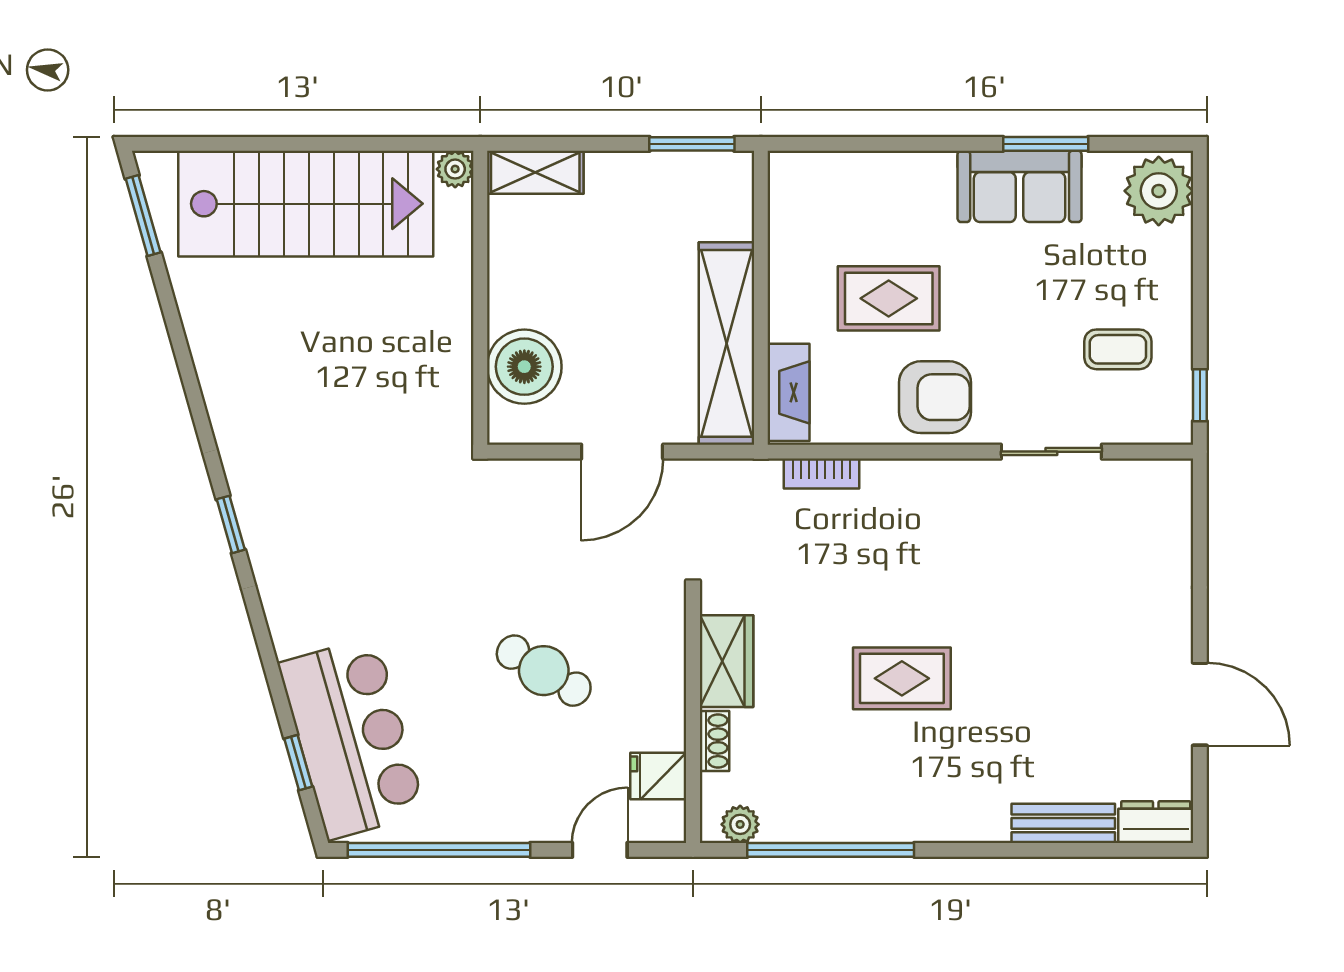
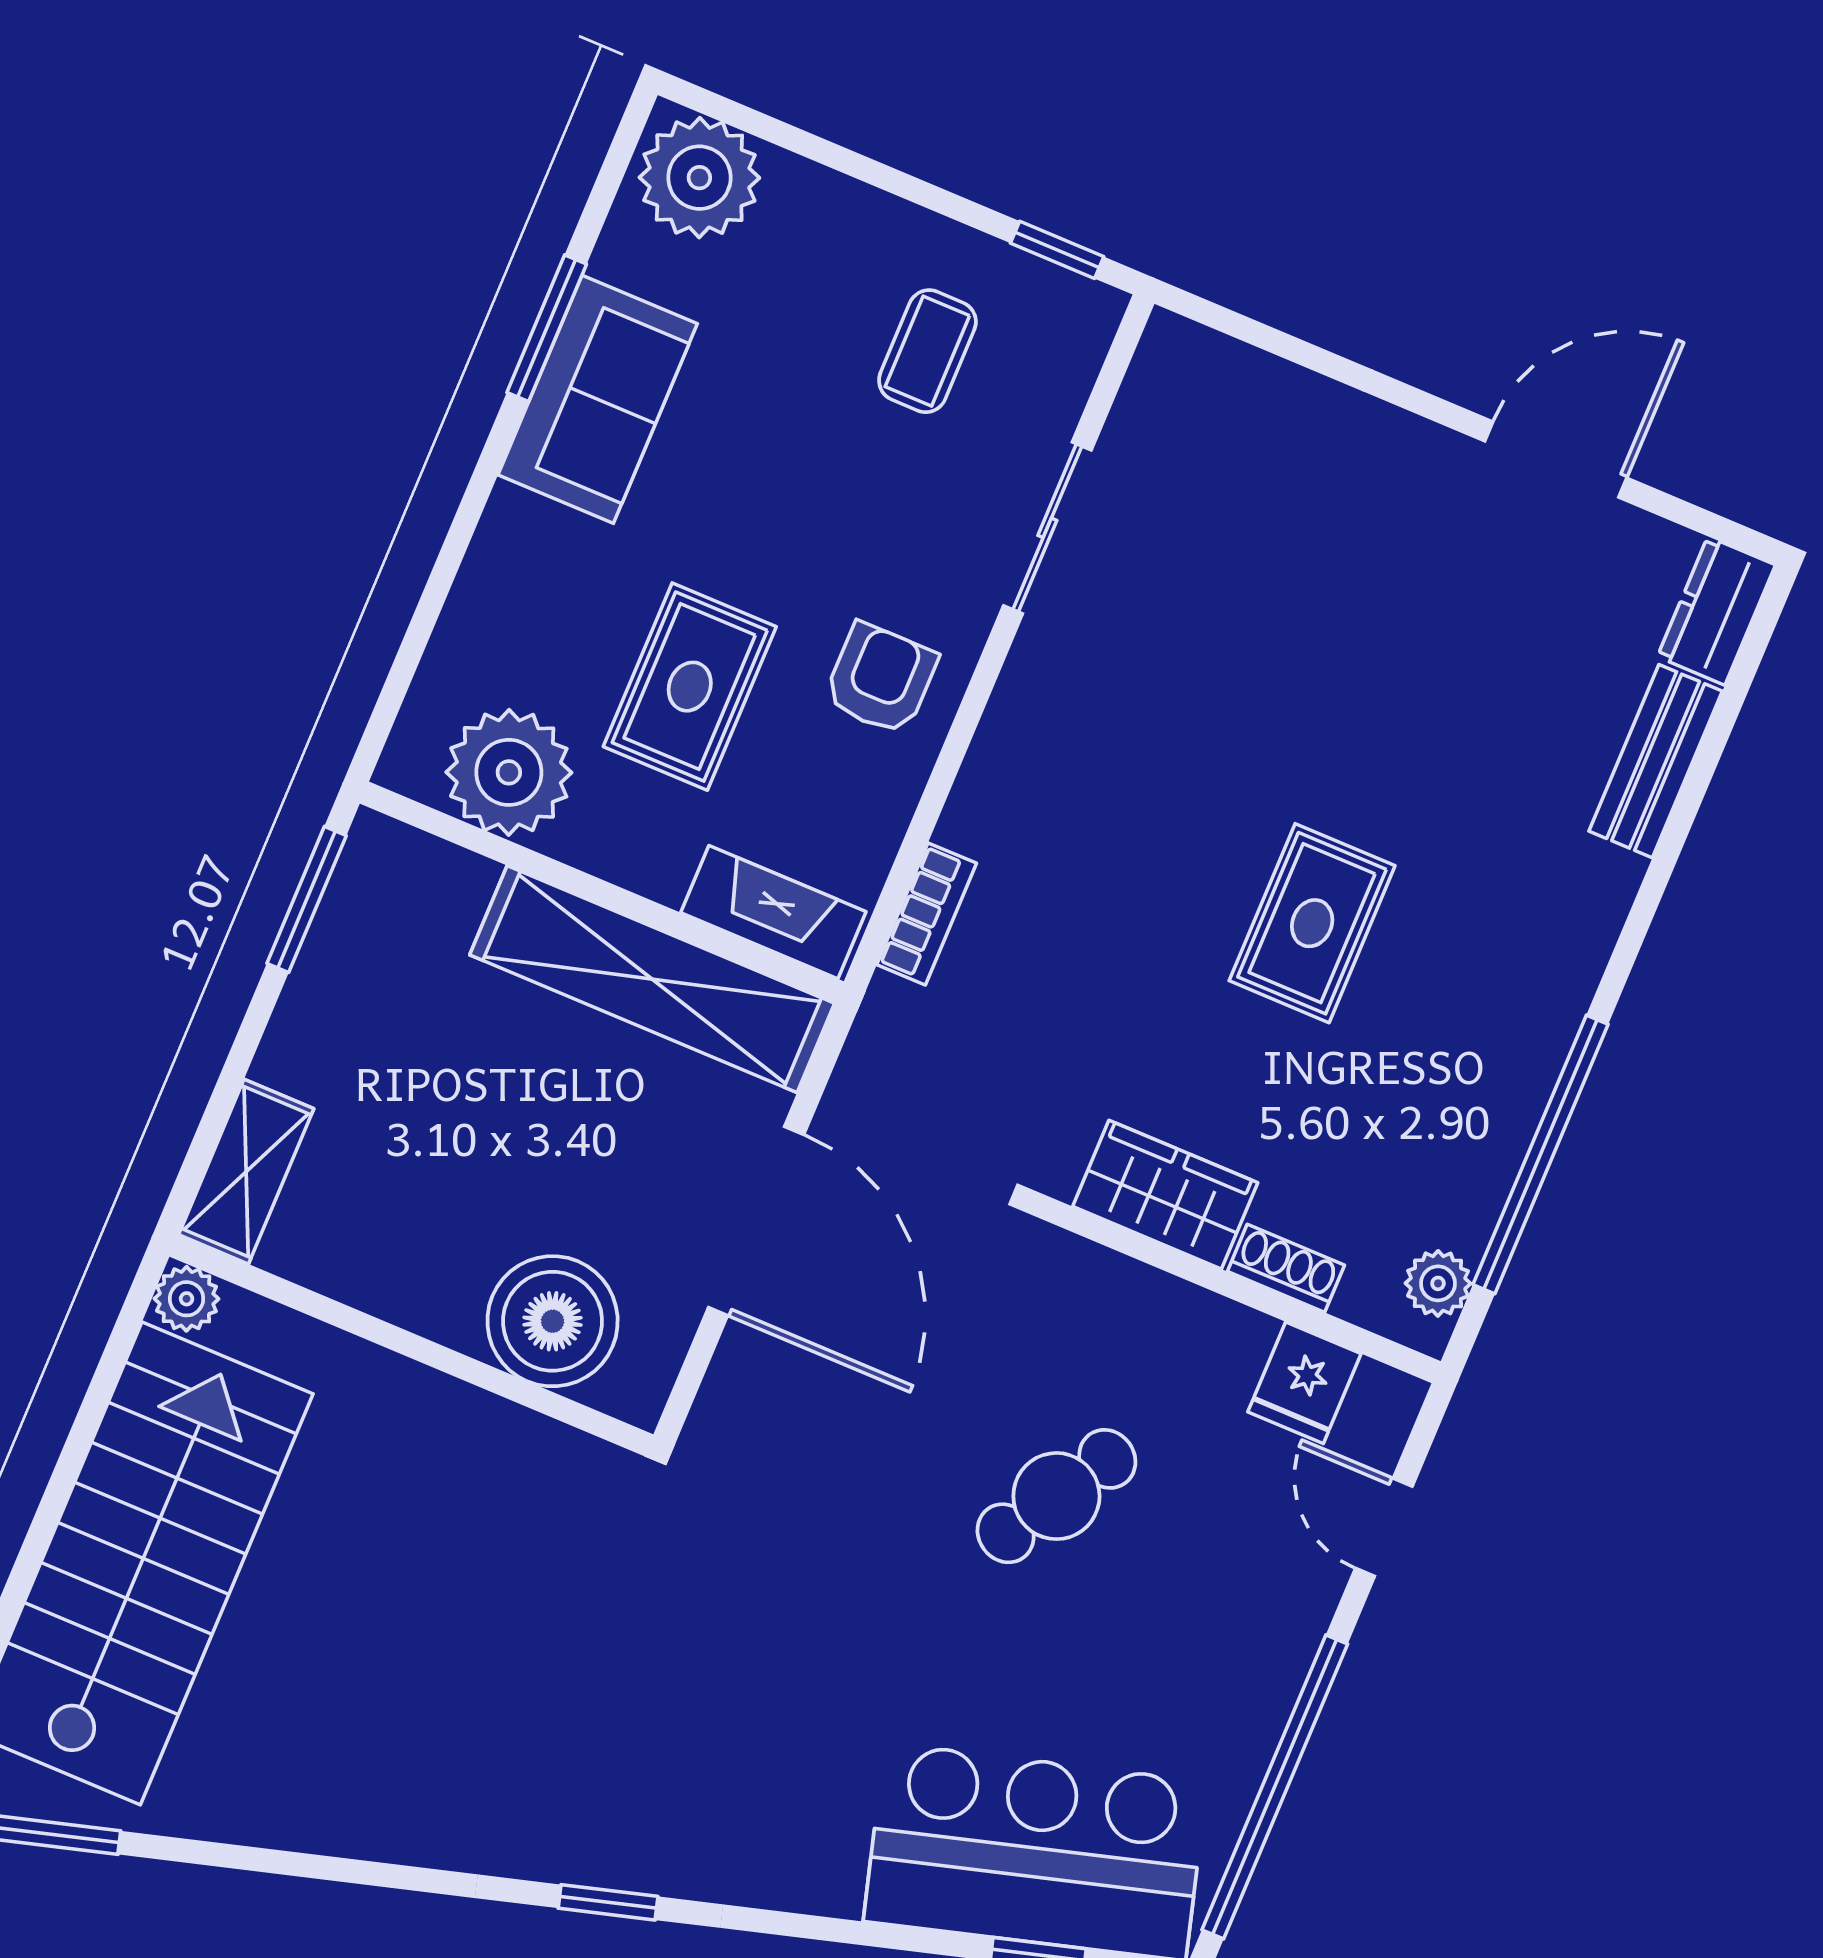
plant: (804, 222) -> (509, 772), added
armchair: (935, 397) -> (881, 679), width x0.72, depth x0.72
door: (622, 452) -> (756, 1221), width x1.36

